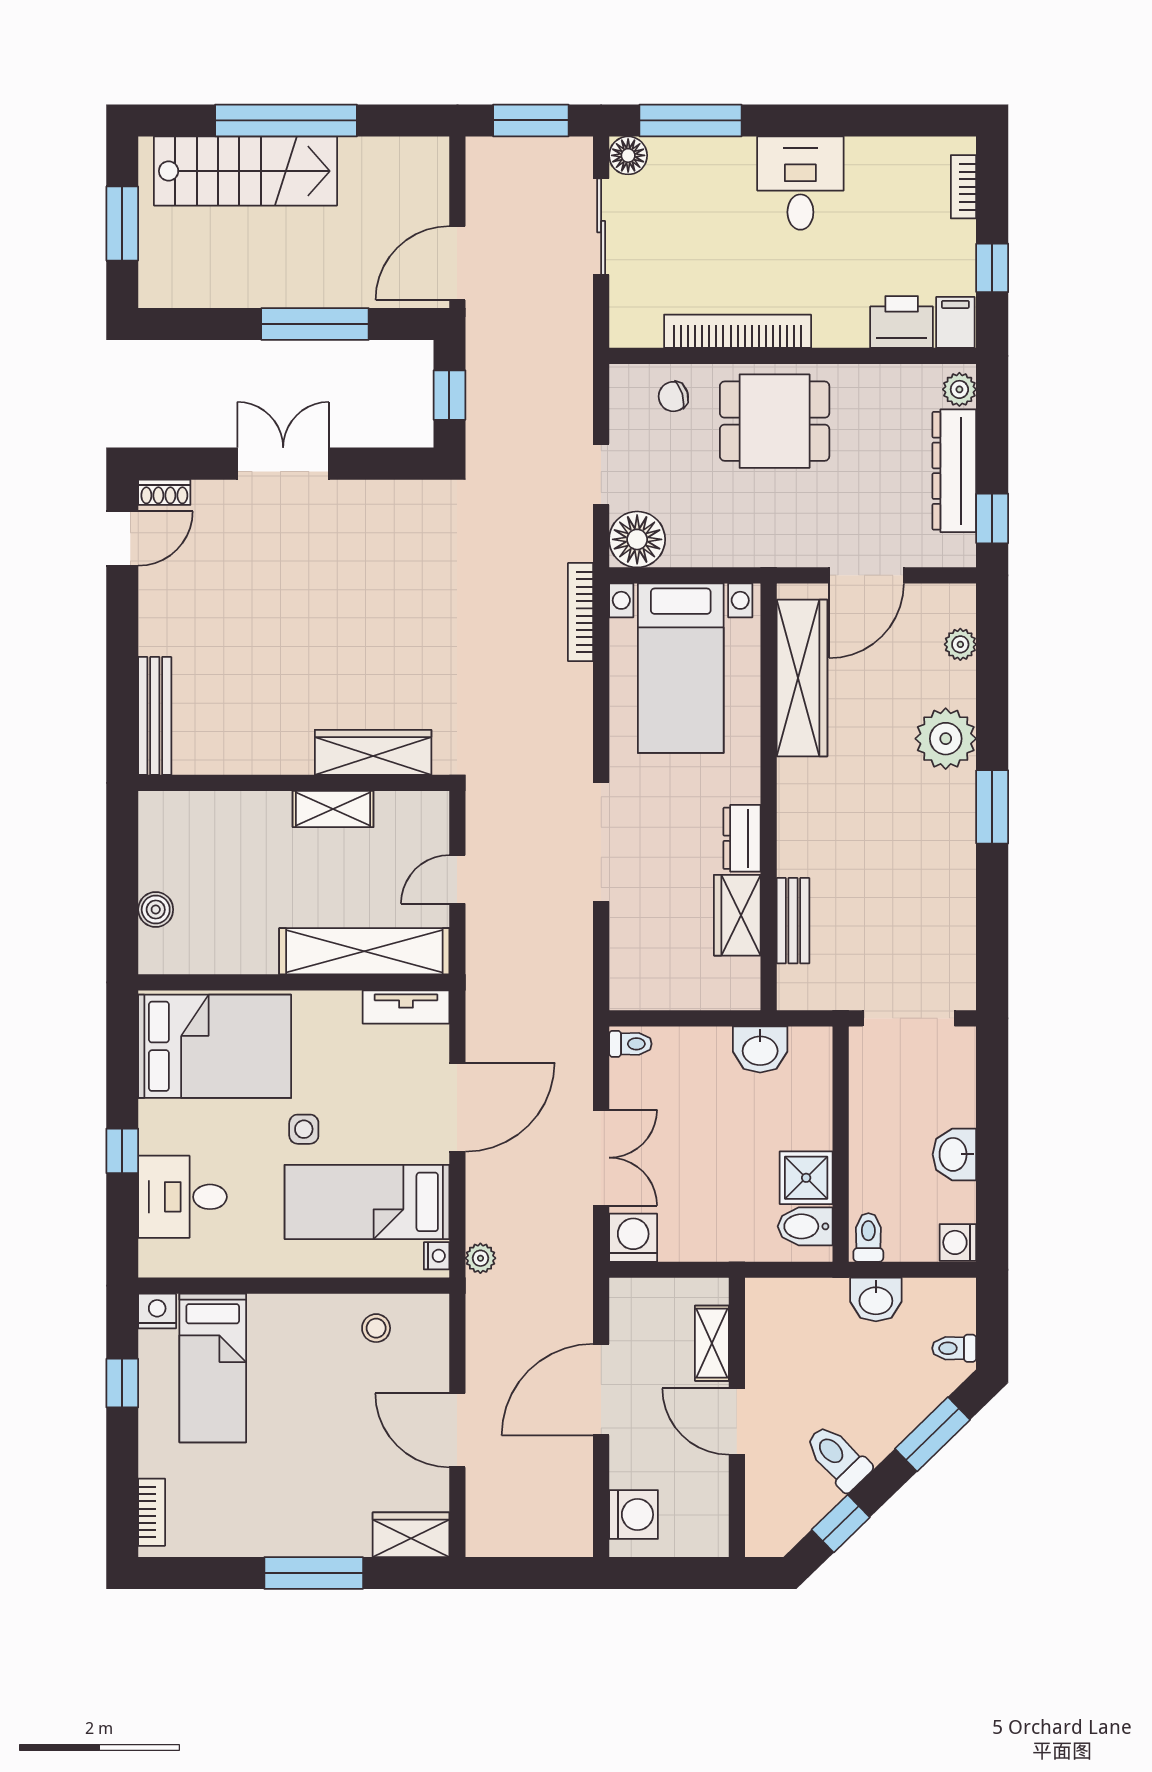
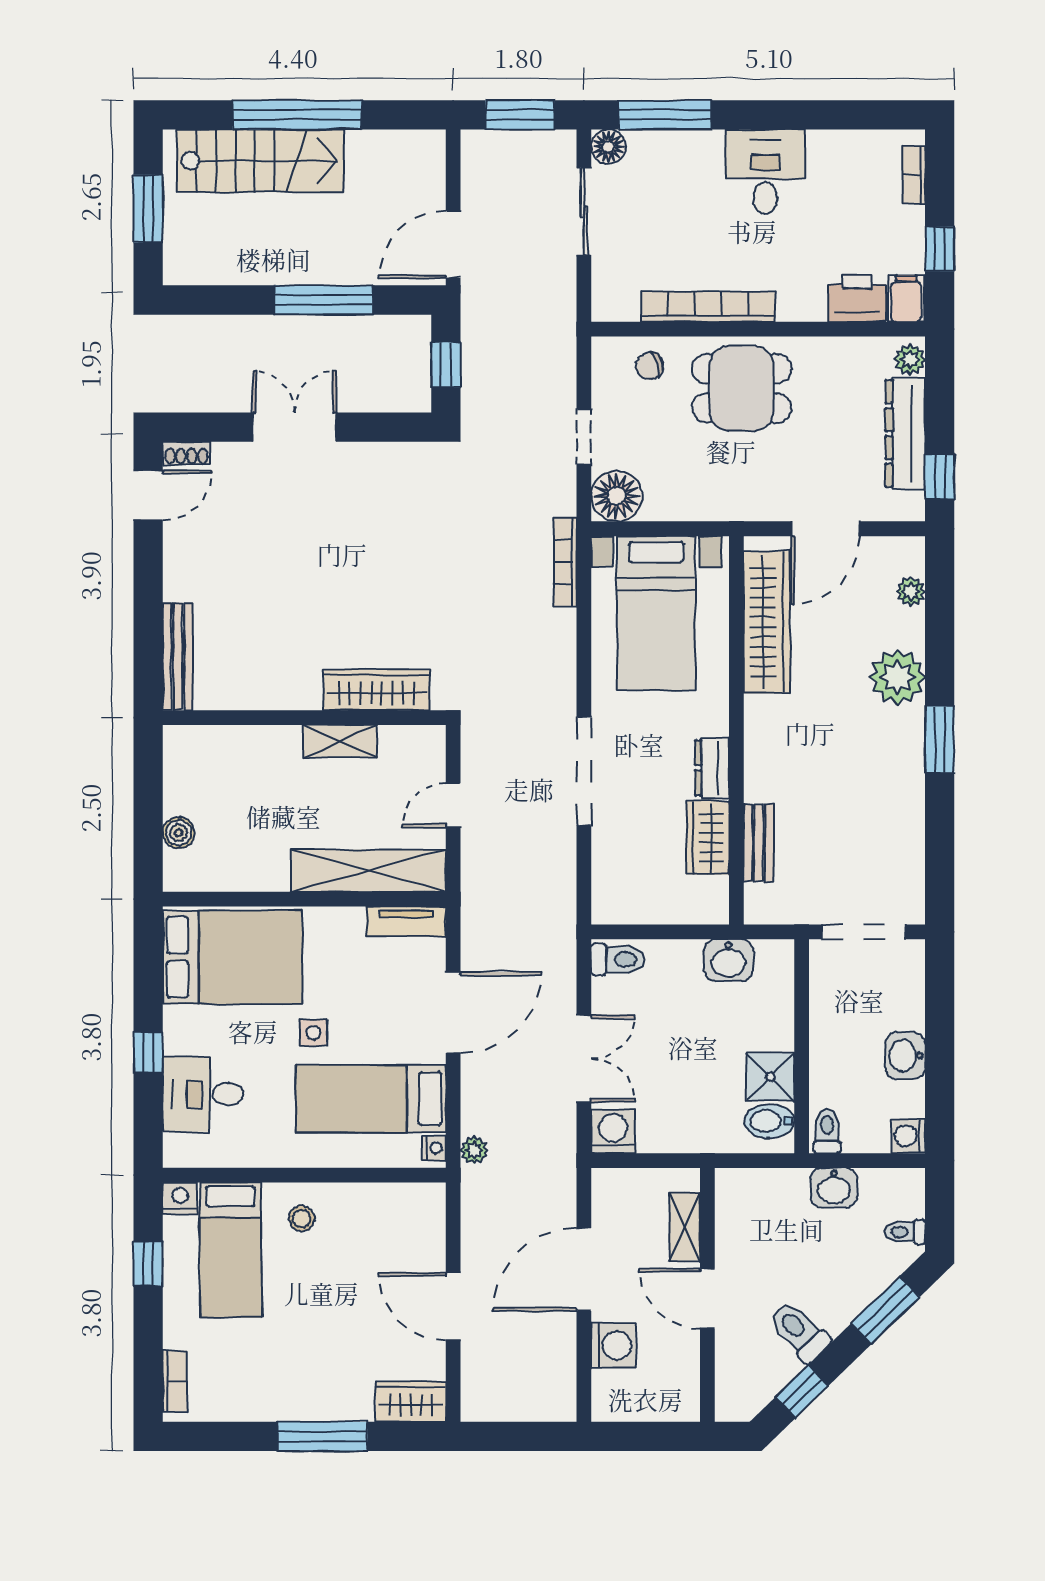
toilet: (630, 1044) -> (618, 959), width x1.37, depth x1.39
stool: (376, 1328) -> (302, 1219), moved
washing machine: (634, 1515) -> (613, 1345), moved

